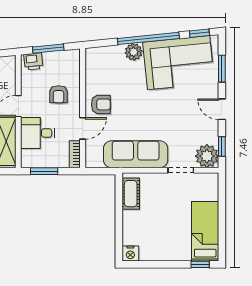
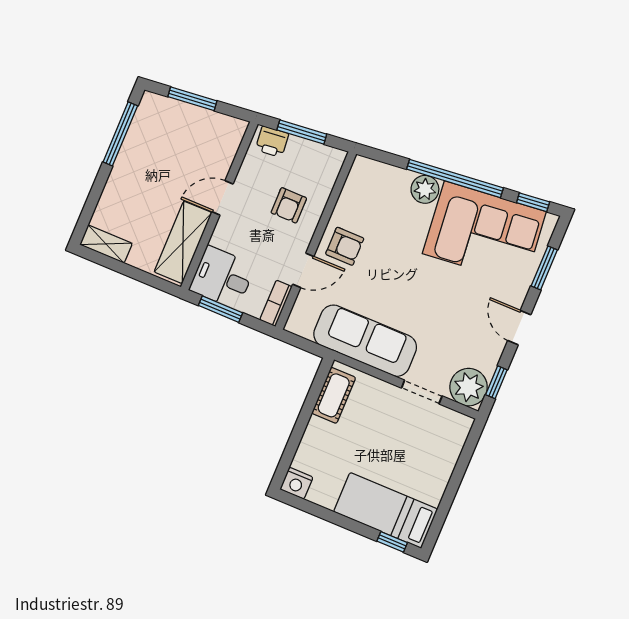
desk: (37, 133) -> (222, 278), moved
bed: (205, 231) -> (386, 510), moved, turned -90

